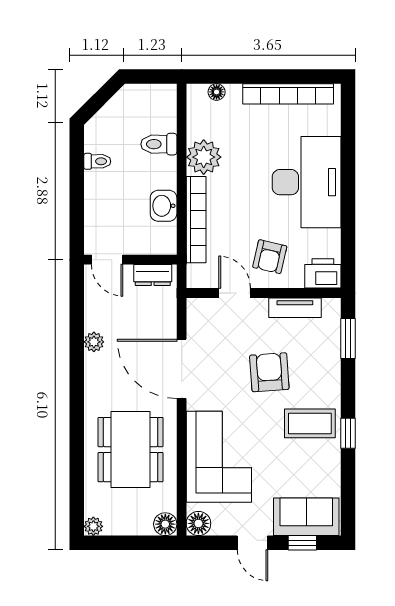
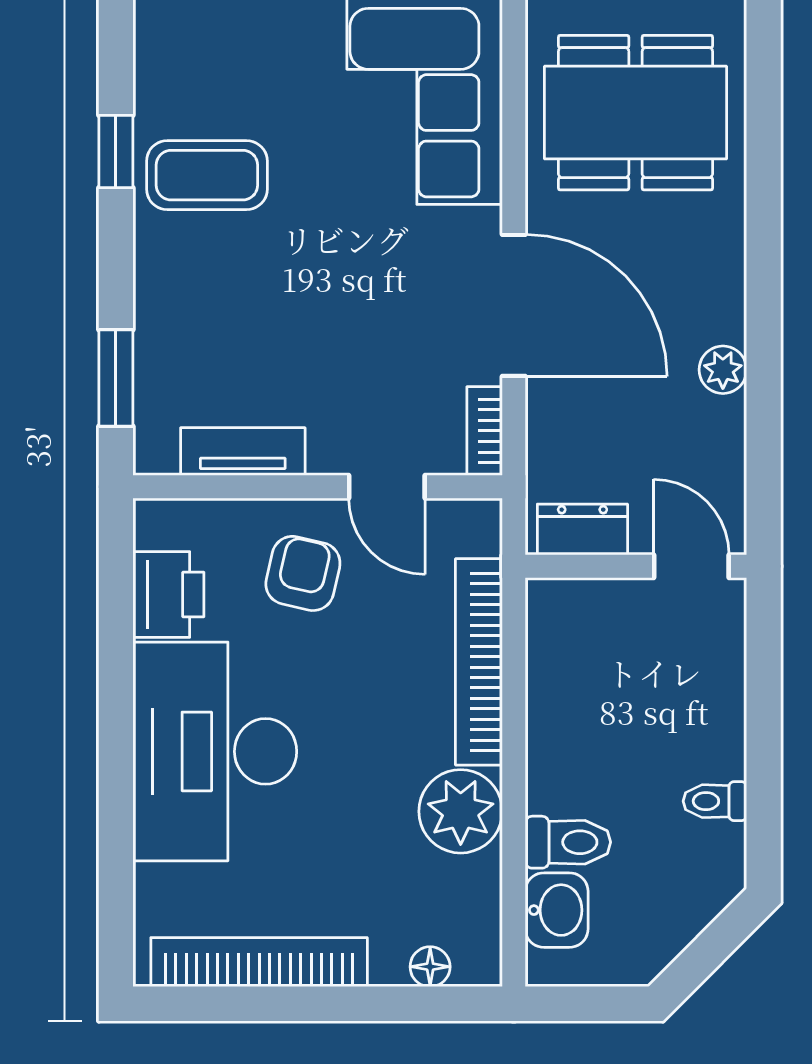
washbasin: (164, 206) -> (557, 910), moved
printer: (323, 273) -> (168, 595), moved, turned -90
bookcase: (194, 316) -> (485, 431), added
armchair: (269, 372) -> (304, 297), removed
dining table: (131, 450) -> (635, 113), turned 90

